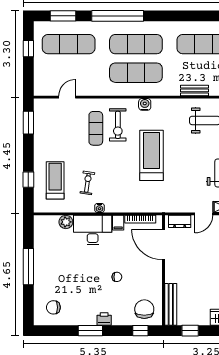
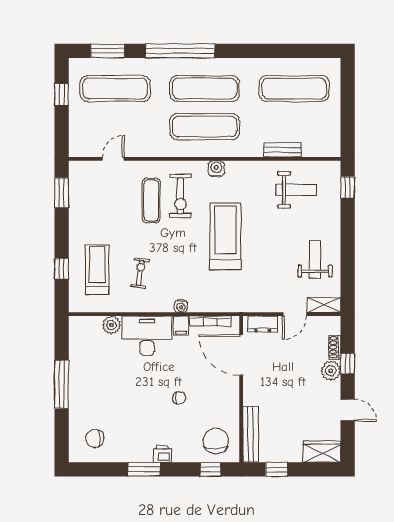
water cooler: (100, 208) -> (181, 306), moved

